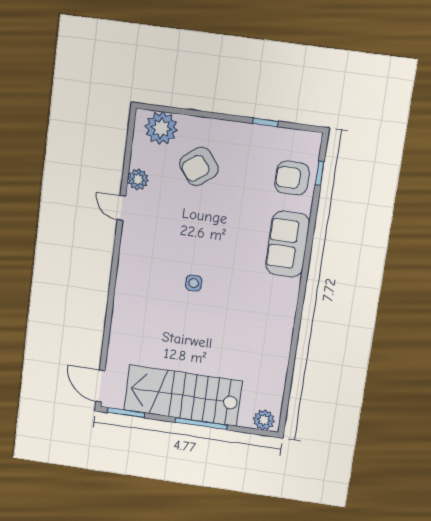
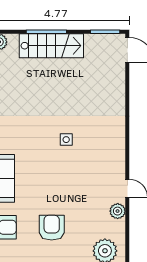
armchair: (199, 166) -> (52, 228), moved, turned -53
stairs: (183, 396) -> (51, 46), width x0.73, depth x0.66

